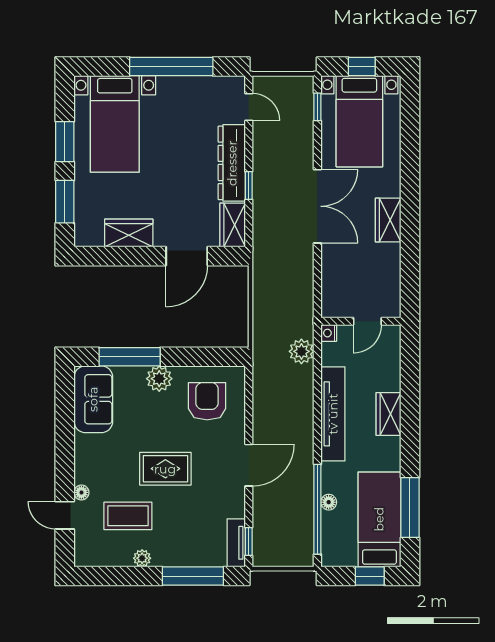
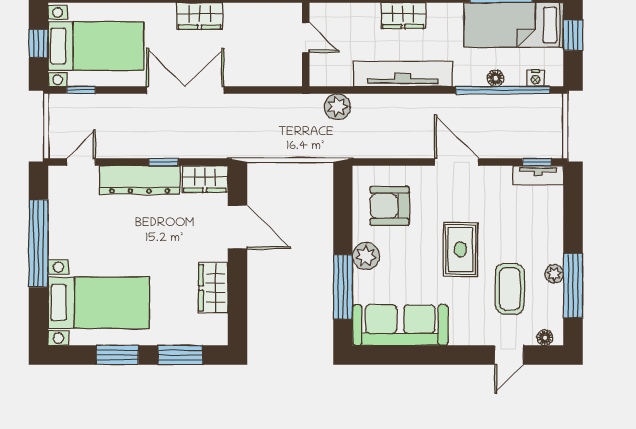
nightstand: (329, 333) -> (536, 78), moved
sofa: (93, 399) -> (400, 325), width x1.36
floor lamp: (81, 492) -> (545, 338), moved
window: (193, 576) -> (573, 286), moved

